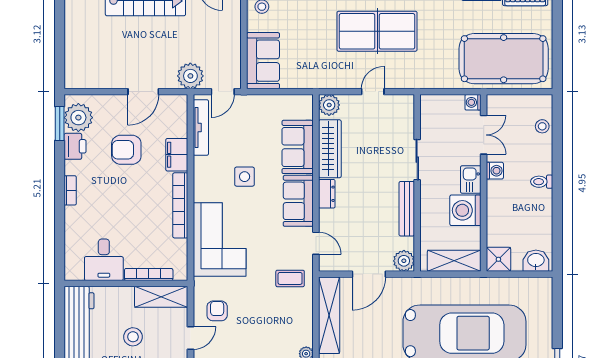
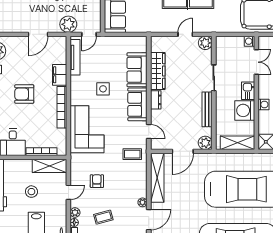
plant: (329, 105) -> (205, 43), moved
armchair: (126, 150) -> (24, 94), moved
washing machine: (495, 171) -> (264, 105), moved
armchair: (217, 311) -> (97, 181), moved

